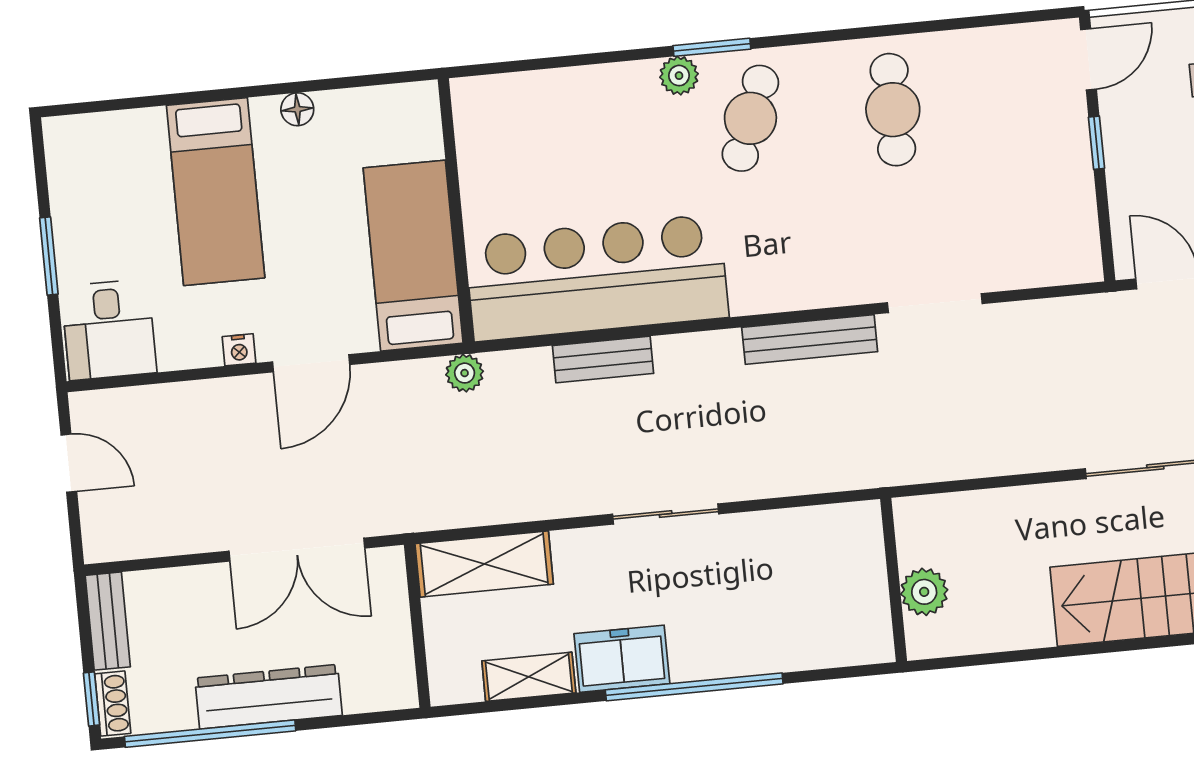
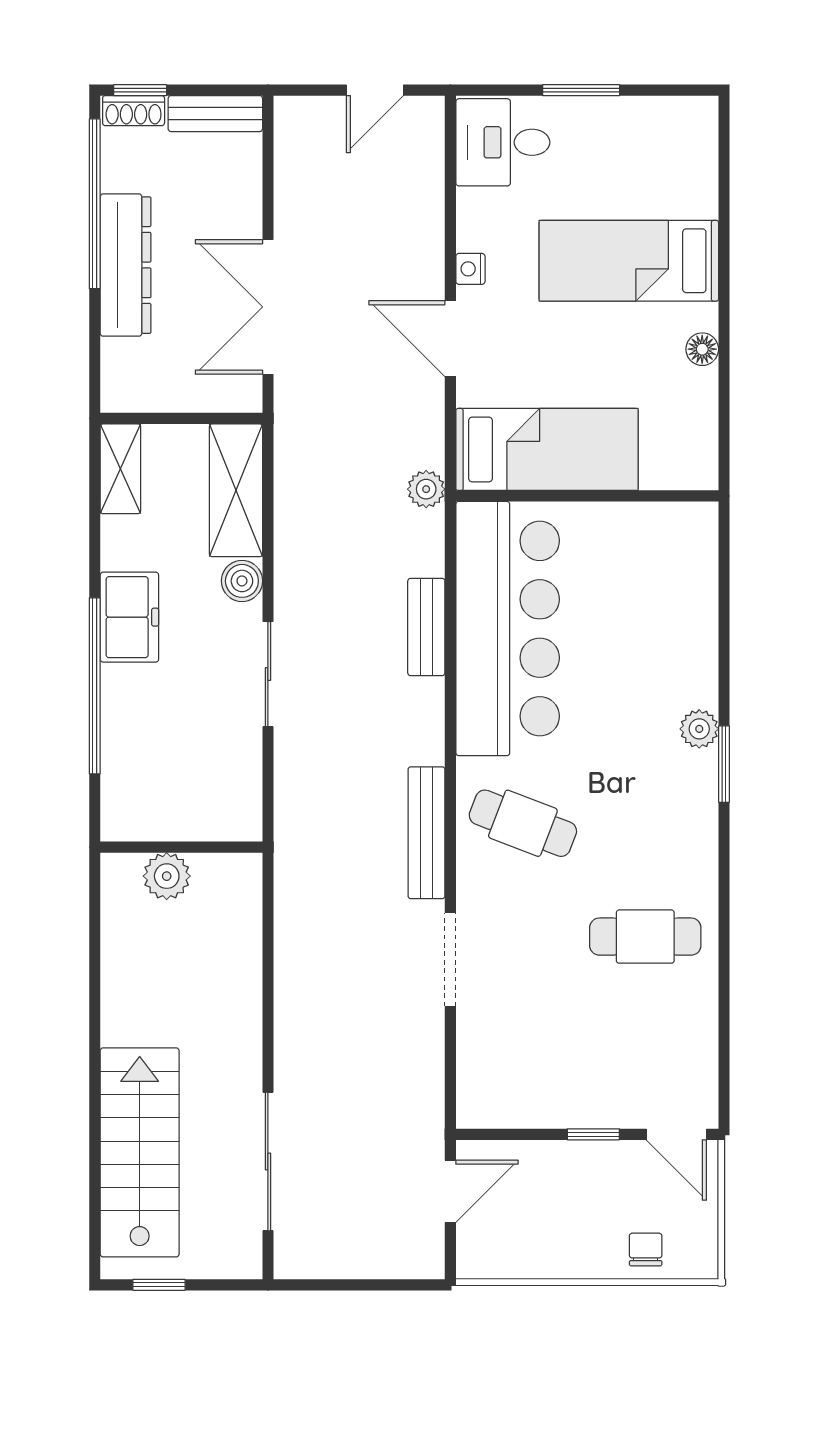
cafe table: (750, 118) -> (523, 823), moved
boiler: (575, 549) -> (242, 581), added
wall: (894, 580) -> (181, 847), moved
plant: (924, 592) -> (167, 876), moved
shelving: (529, 677) -> (120, 469), moved

